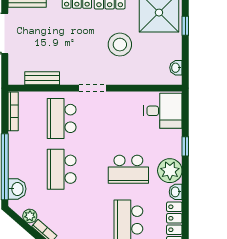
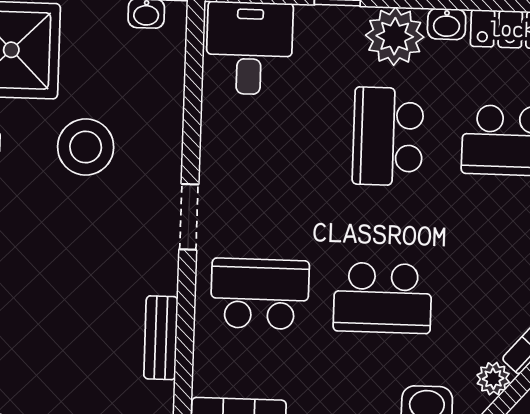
school desk: (62, 118) -> (260, 294), turned 180
school desk: (128, 169) -> (388, 136), turned 180

